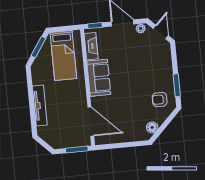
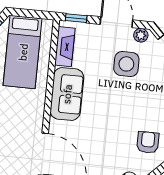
side table: (135, 50) -> (126, 64), added
armchair: (160, 100) -> (148, 142), turned 90

